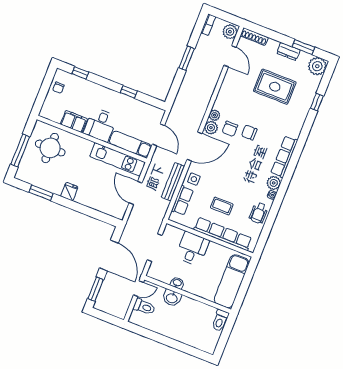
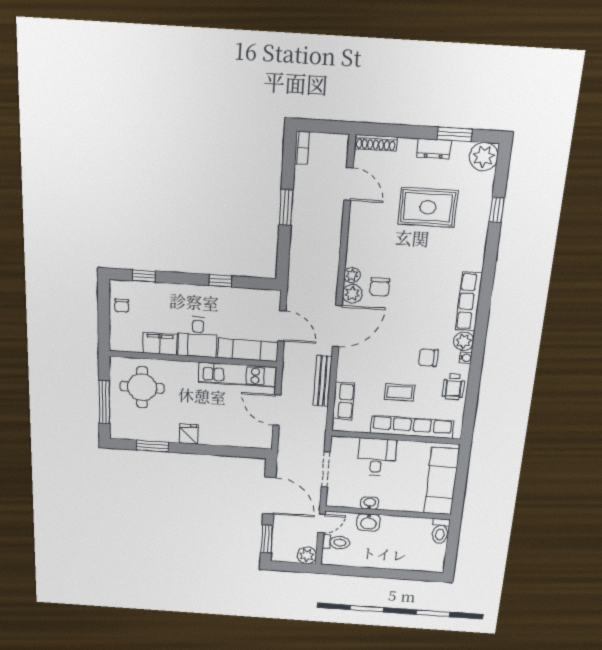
plant: (230, 32) -> (307, 555), moved
chair: (249, 132) -> (428, 358), moved
side table: (194, 179) -> (350, 369), removed

